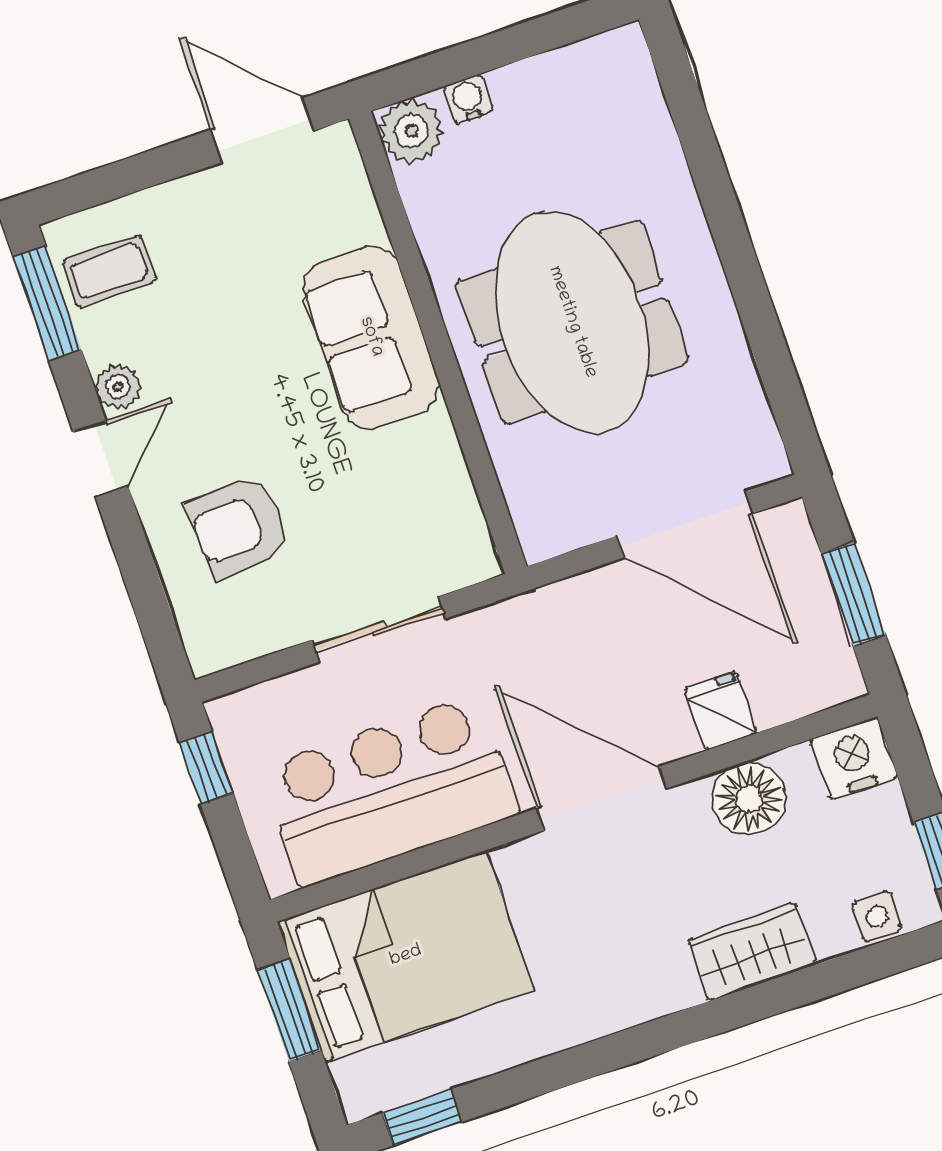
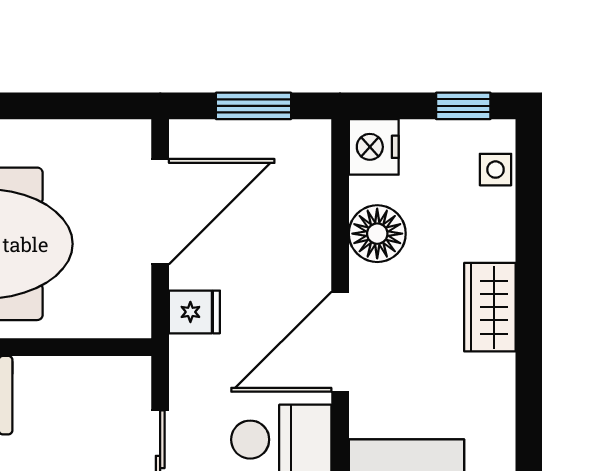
fridge: (721, 711) -> (194, 312), moved, turned 180
wardrobe: (751, 952) -> (490, 307), moved

